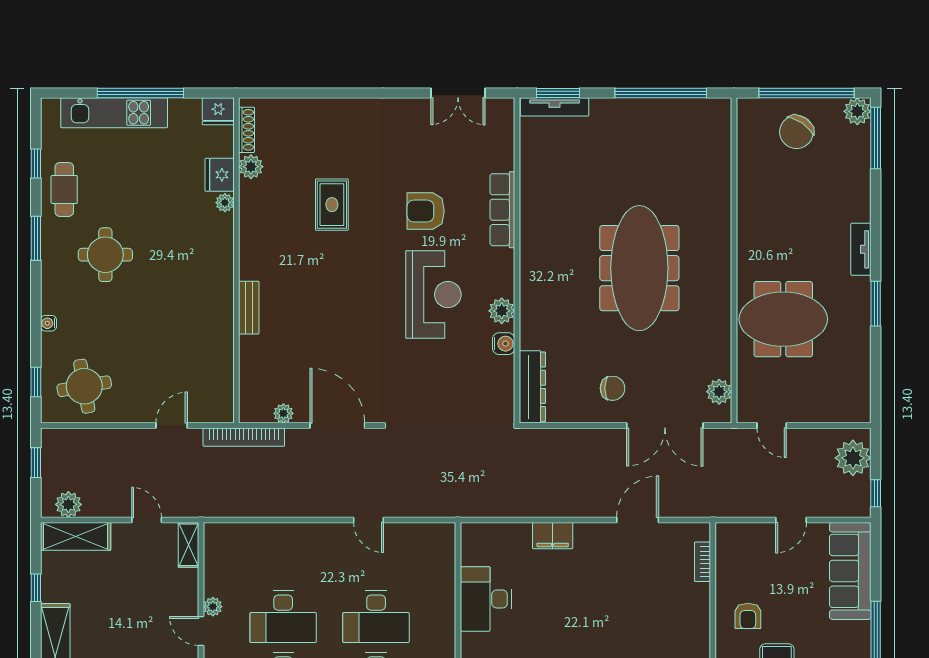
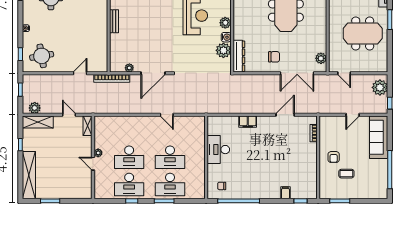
meeting table: (783, 319) -> (363, 33), moved
plant: (498, 374) -> (223, 50), added
door: (337, 426) -> (153, 73), swing flipped

